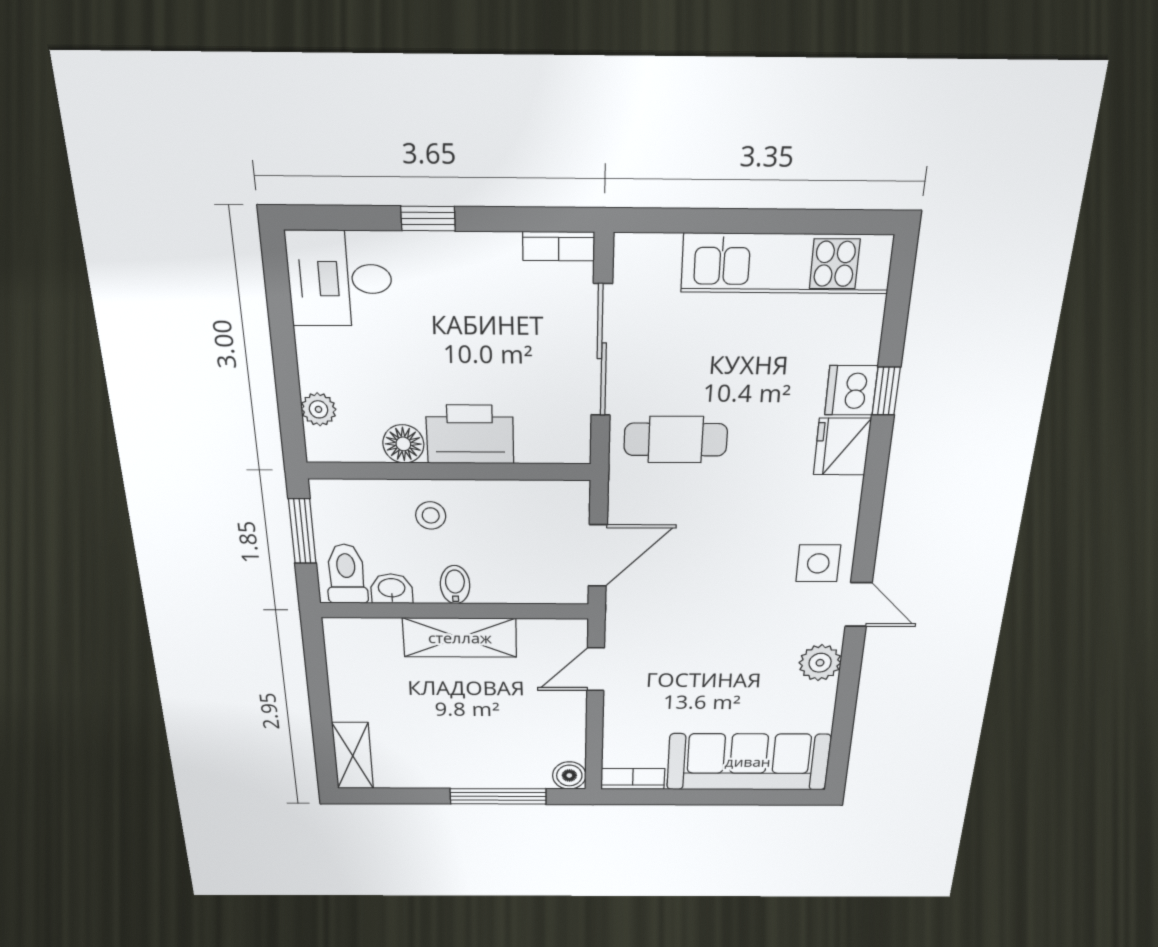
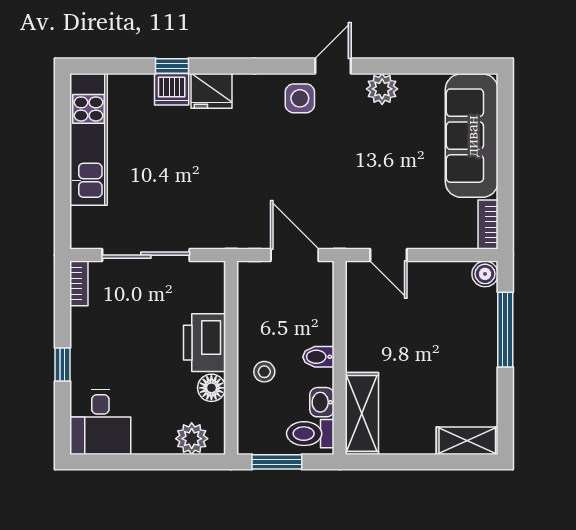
plant: (319, 409) -> (192, 439), width x1.38, depth x1.38
cafe table: (676, 440) -> (207, 204), removed
shelving: (460, 638) -> (362, 413), moved

